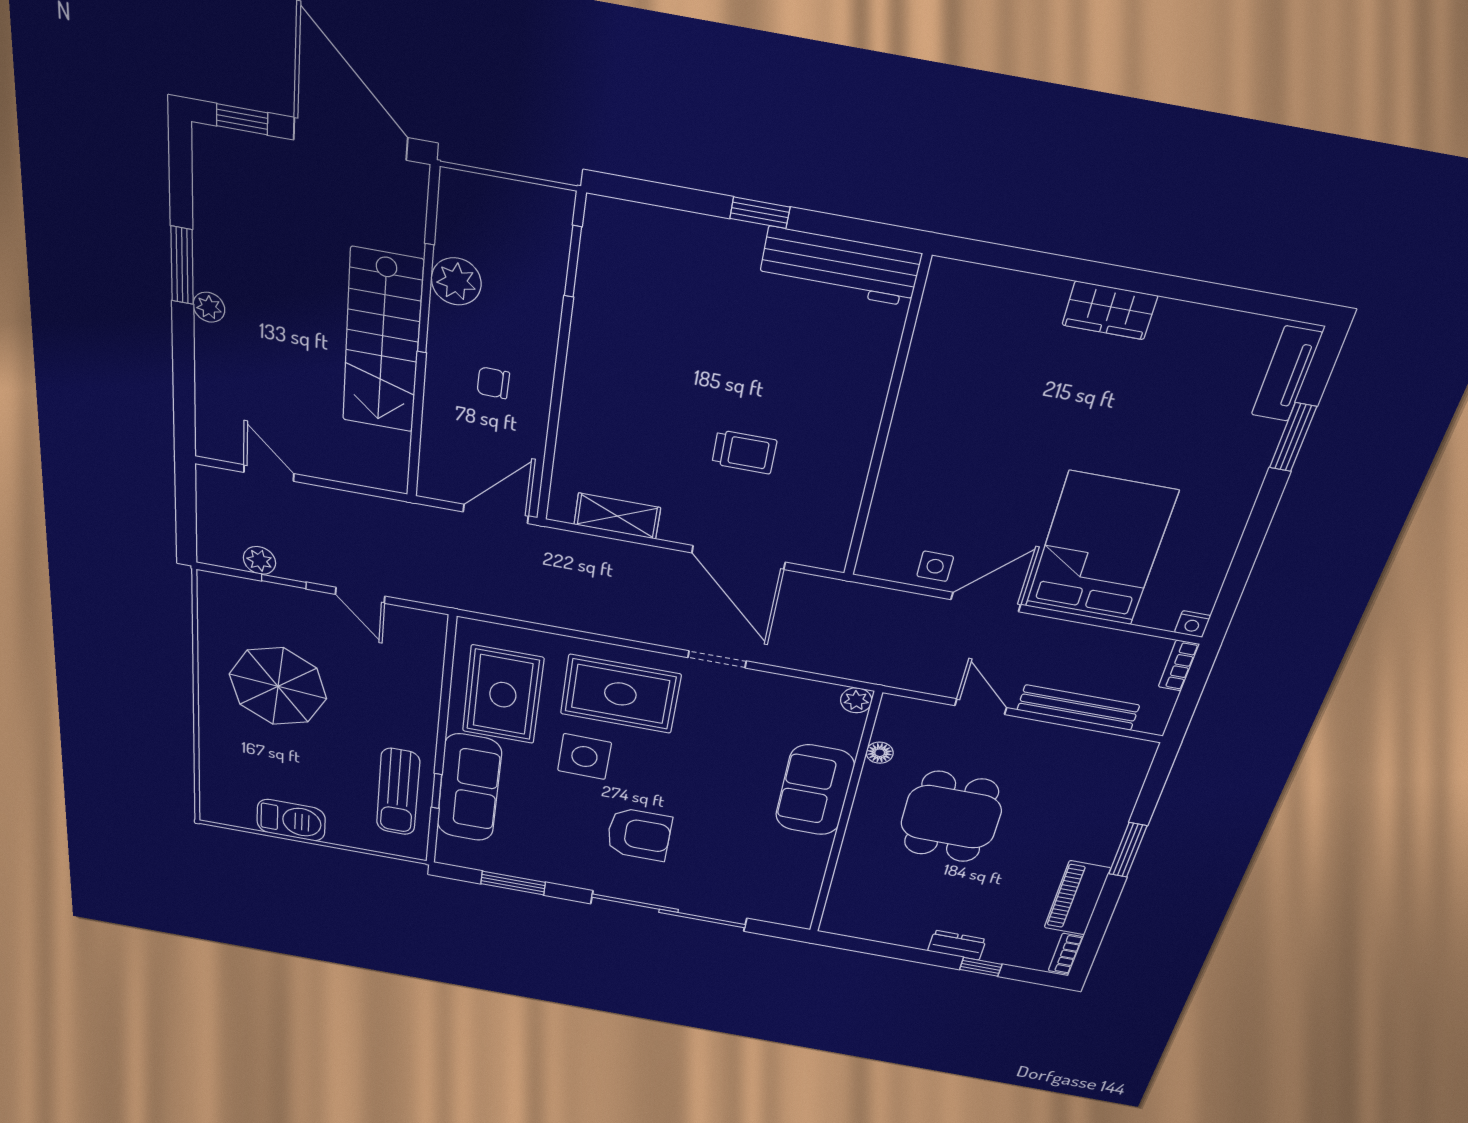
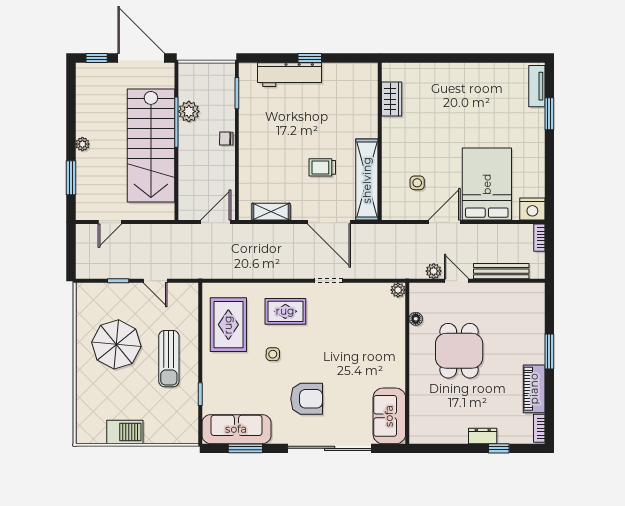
window: (182, 265) -> (71, 178), moved
workbench: (840, 266) -> (290, 75), moved
wardrobe: (1110, 310) -> (392, 99), moved, turned -90
stairs: (382, 341) -> (151, 146), width x1.36, depth x1.51
chair: (493, 383) -> (226, 139), moved
trolley: (744, 452) -> (322, 167), turned 180
door: (269, 473) -> (110, 222), swing flipped
shelving: (839, 493) -> (367, 180), added
plant: (259, 560) -> (434, 271), moved
side table: (935, 566) -> (417, 183), moved
nightstand: (1192, 624) -> (532, 209), width x1.89, depth x1.79
rug: (620, 694) -> (285, 311), width x0.73, depth x0.70
side table: (584, 757) -> (273, 354), width x0.54, depth x0.54
sofa: (469, 788) -> (236, 429), moved, turned -90
sofa: (815, 790) -> (389, 416), moved
sun lounger: (398, 792) -> (169, 359), moved

